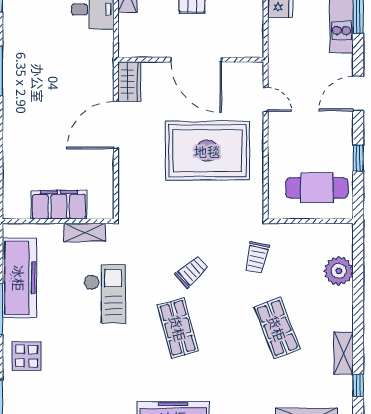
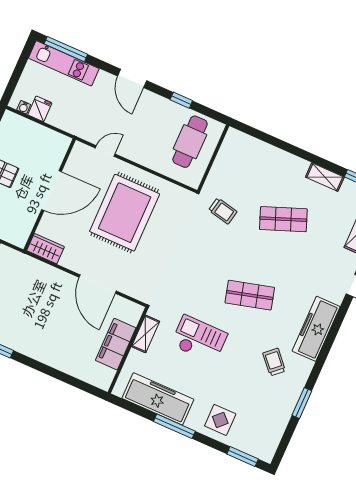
door: (116, 125) -> (98, 284), moved
plant: (339, 271) -> (261, 153), removed
trolley: (192, 272) -> (274, 362), moved

